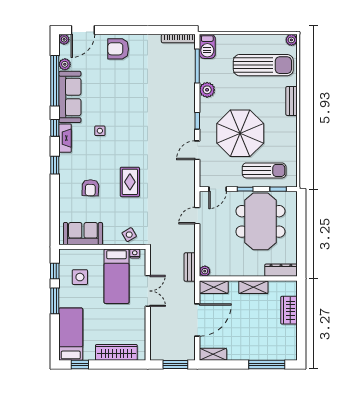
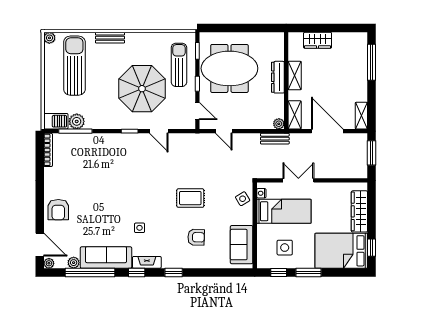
plant: (207, 90) -> (77, 121), moved
dresser: (281, 270) -> (278, 77), moved
bed: (71, 334) -> (341, 251), width x1.50

